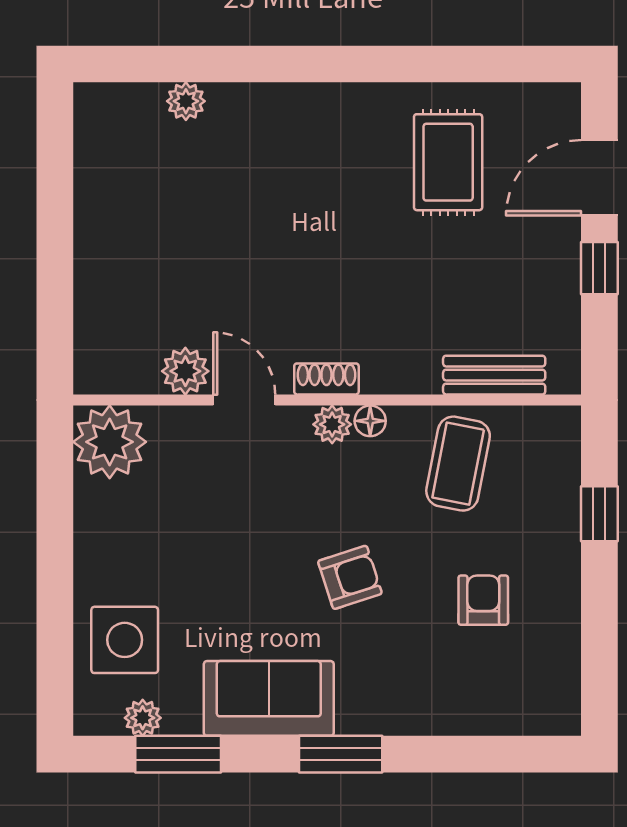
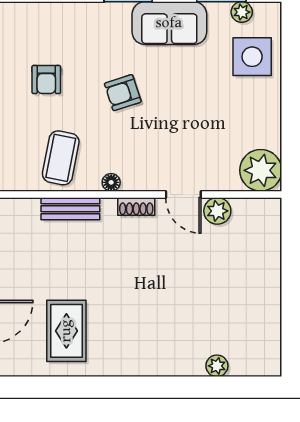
bench: (494, 375) -> (70, 209), moved
plant: (332, 424) -> (133, 180), removed

